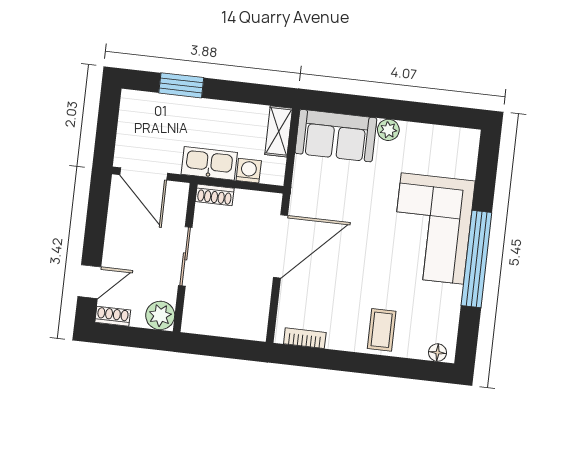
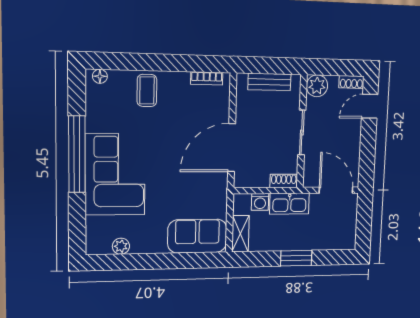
window: (181, 85) -> (296, 258), moved
plant: (388, 130) -> (121, 246), moved
bench: (223, 326) -> (269, 82), added

